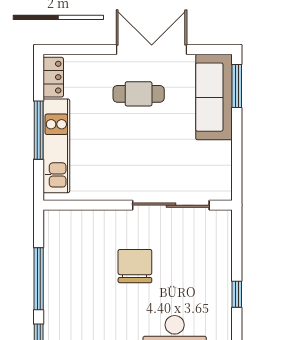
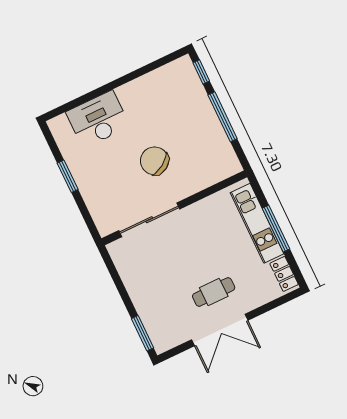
sofa: (214, 97) -> (156, 317), removed
chair: (135, 266) -> (154, 161), turned 147
window: (237, 294) -> (68, 176), width x1.50

